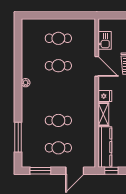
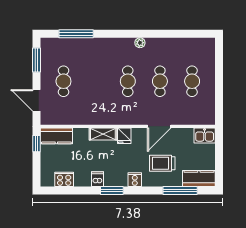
kitchen sink: (105, 40) -> (205, 135), moved
cafe table: (58, 120) -> (128, 81), moved
kitchen counter: (105, 147) -> (56, 136), width x0.67

